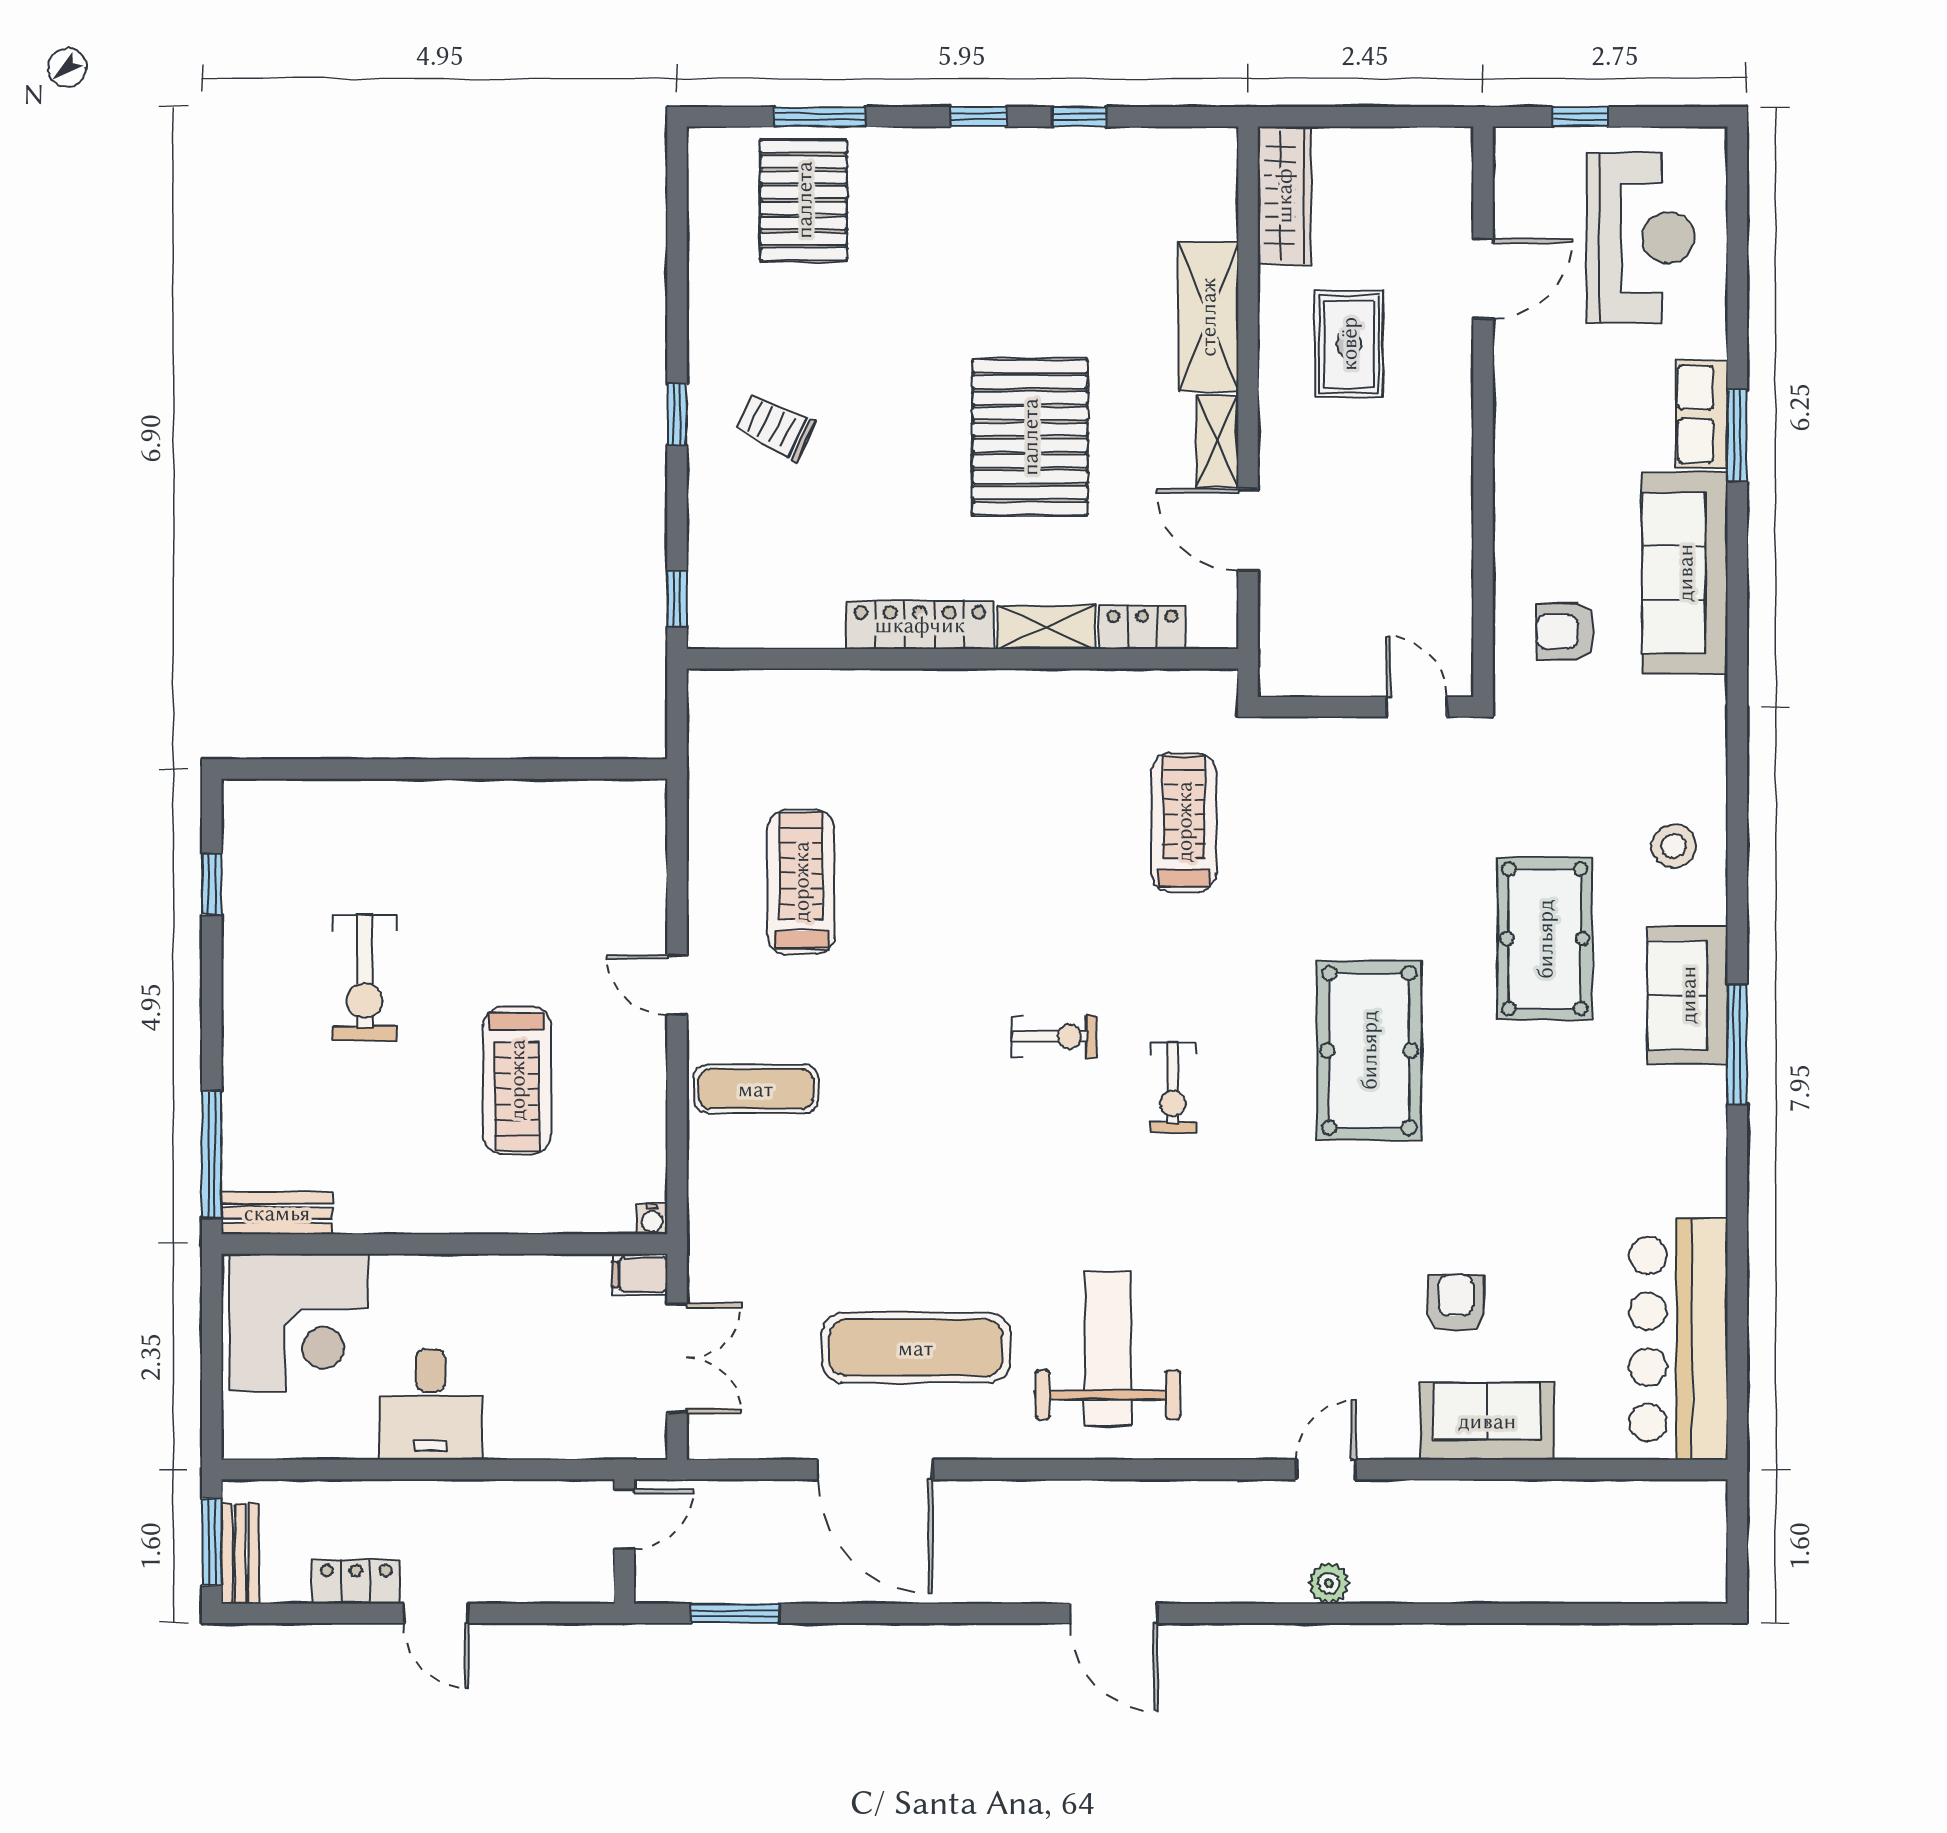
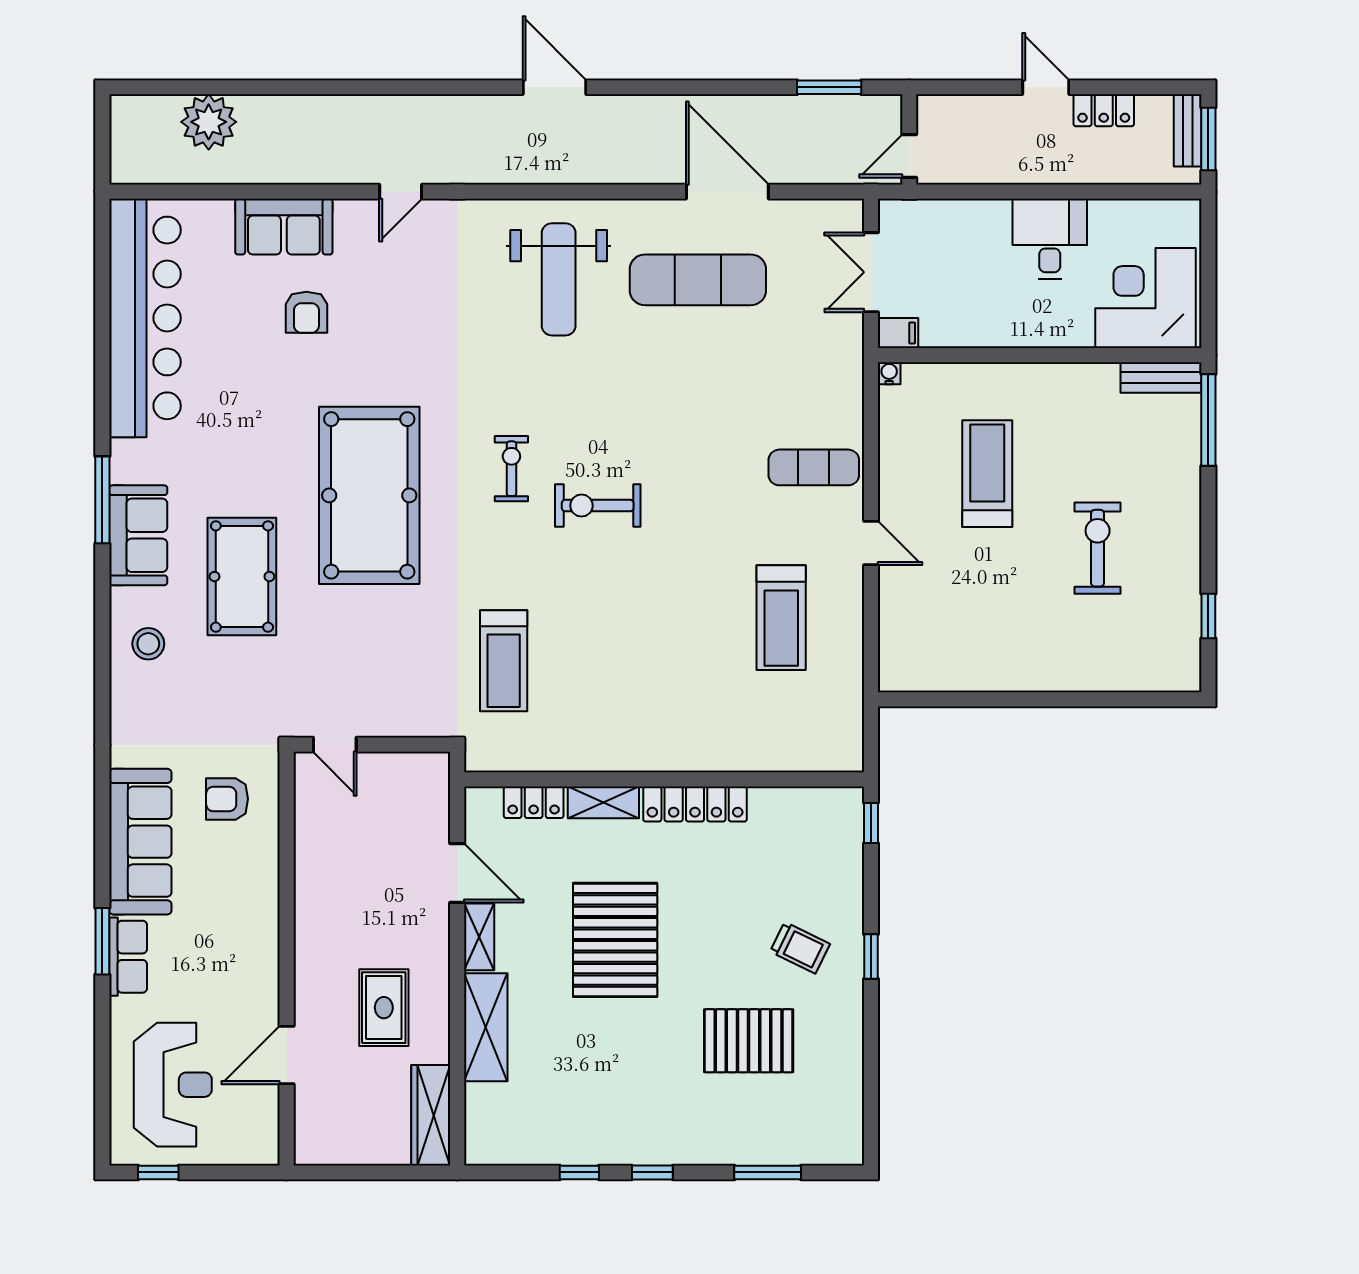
window: (1581, 117) -> (158, 1172), moved
pallet: (804, 200) -> (749, 1041), moved, turned 90
reception desk: (1640, 238) -> (173, 1085), turned 180
armchair: (1565, 632) -> (227, 799), turned 180
exercise bike: (1054, 1036) -> (598, 506), width x1.38, depth x1.39
pool table: (1369, 1050) -> (369, 495), width x1.36, depth x1.32
bar counter: (1678, 1339) -> (145, 318), width x1.36
plant: (1329, 1583) -> (209, 122), moved, width x1.88, depth x1.88

